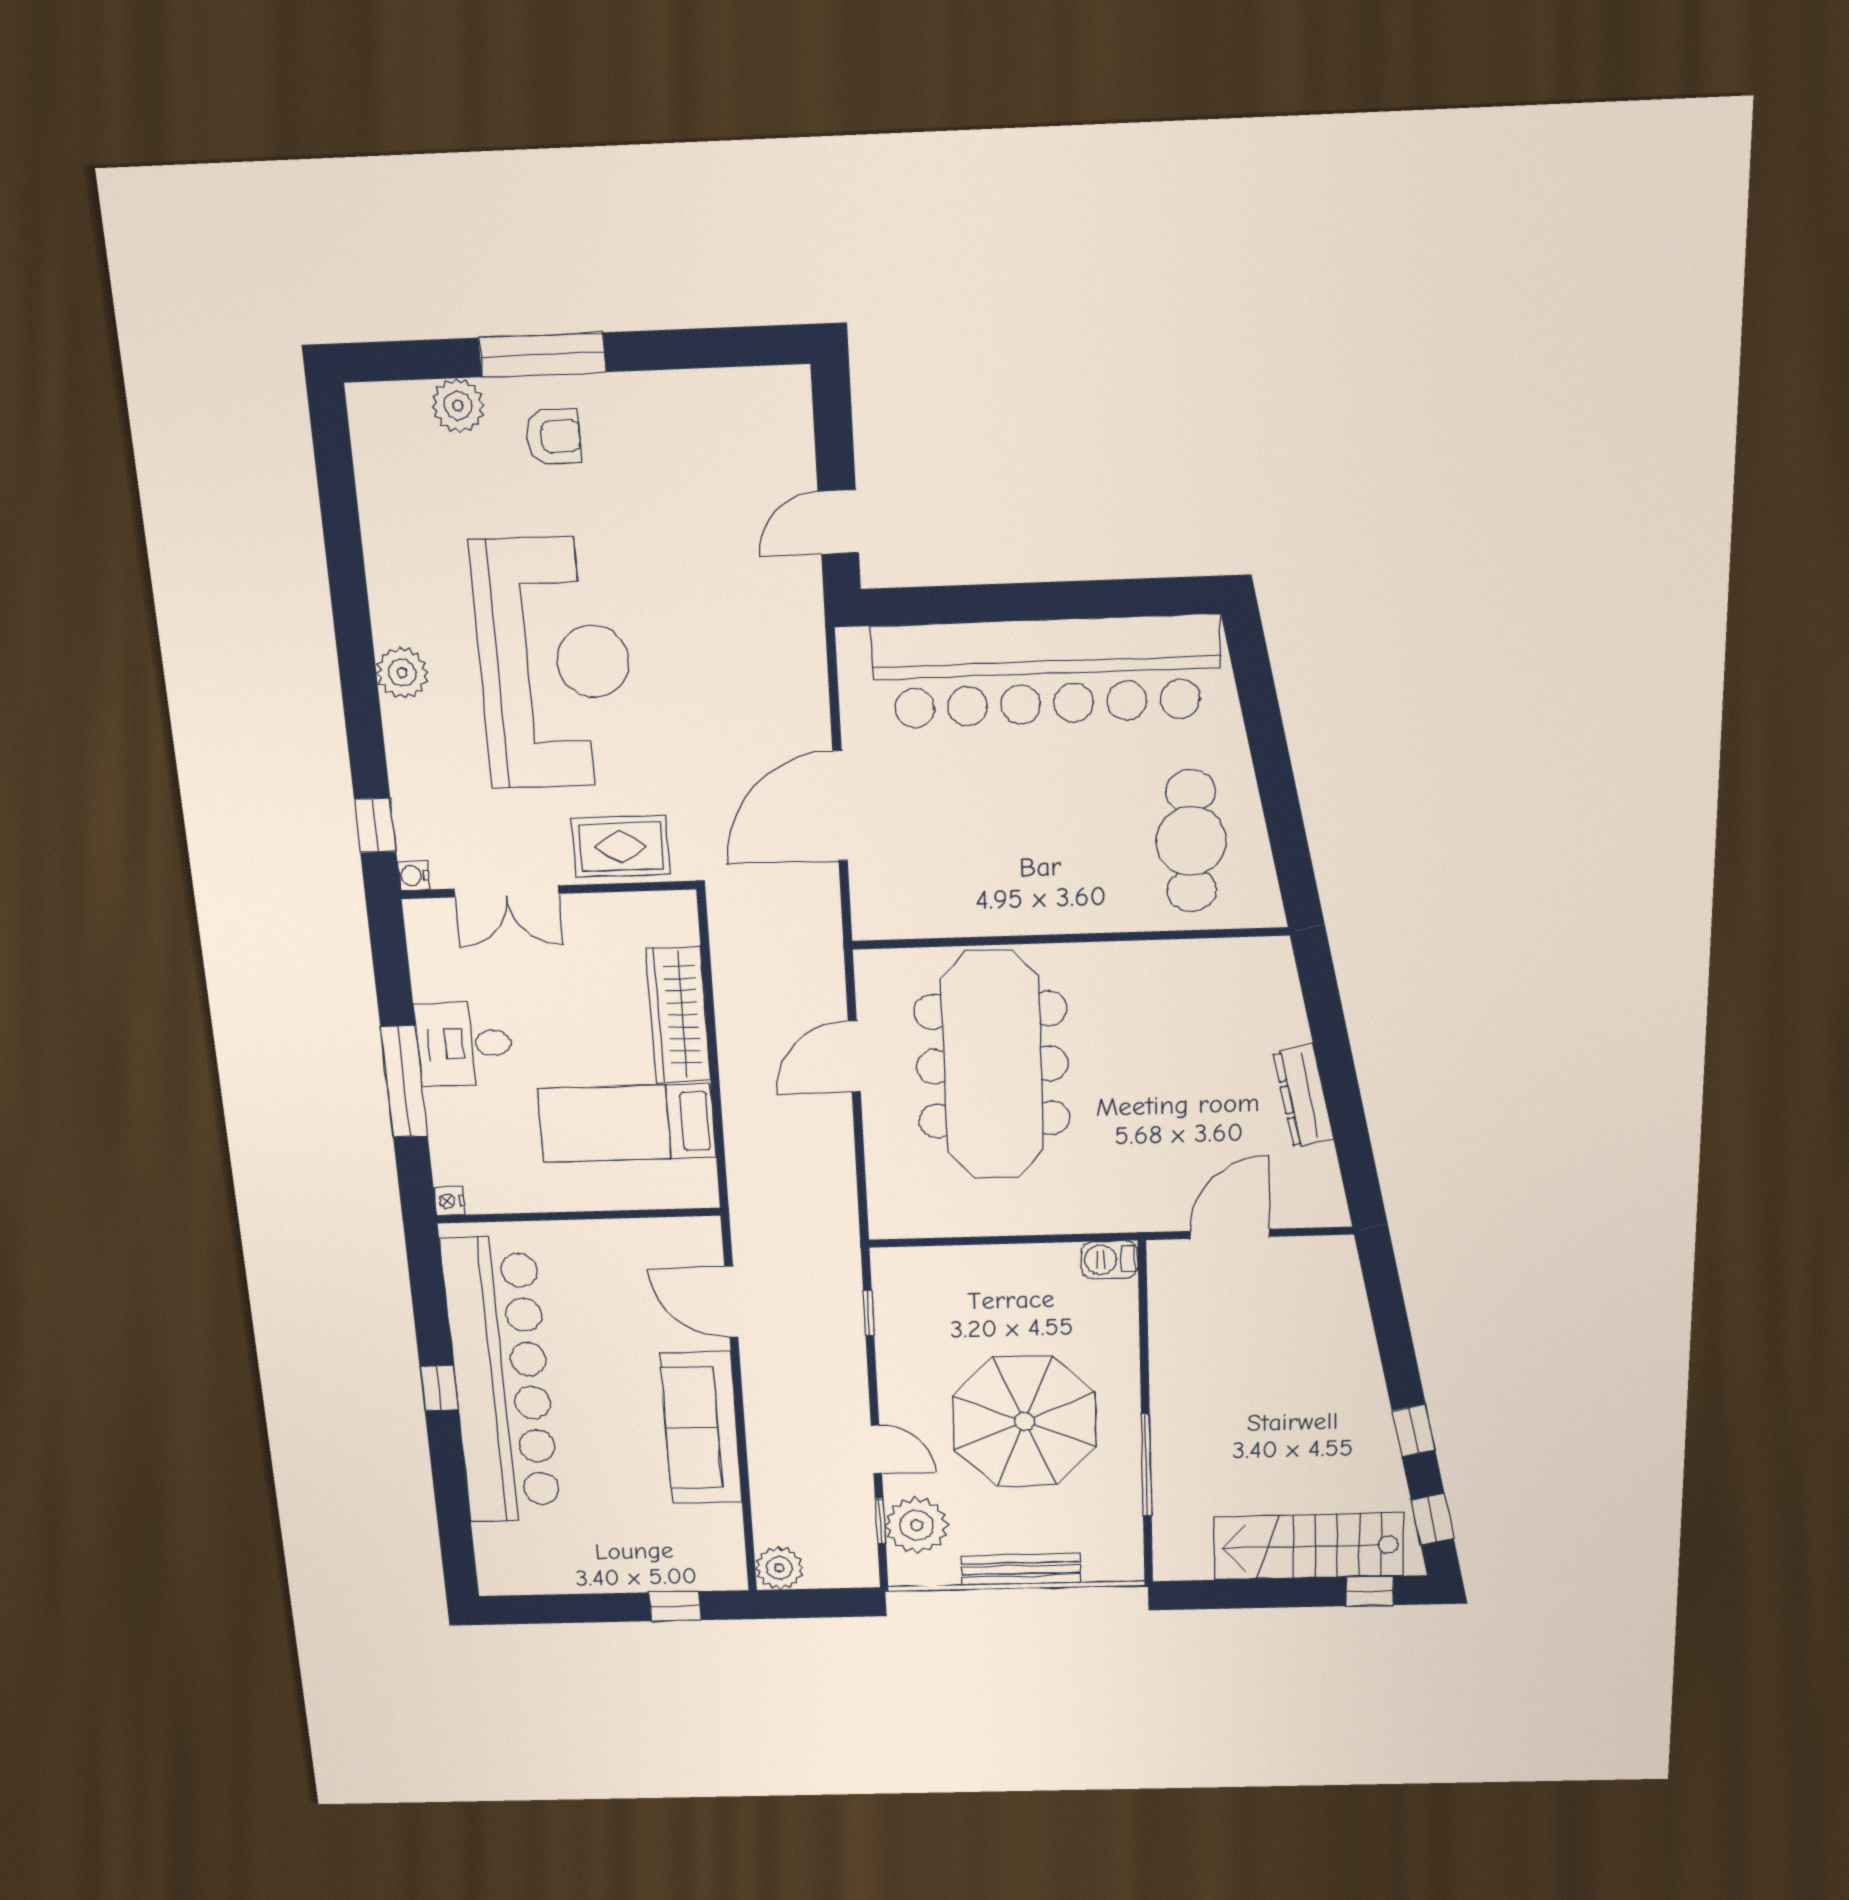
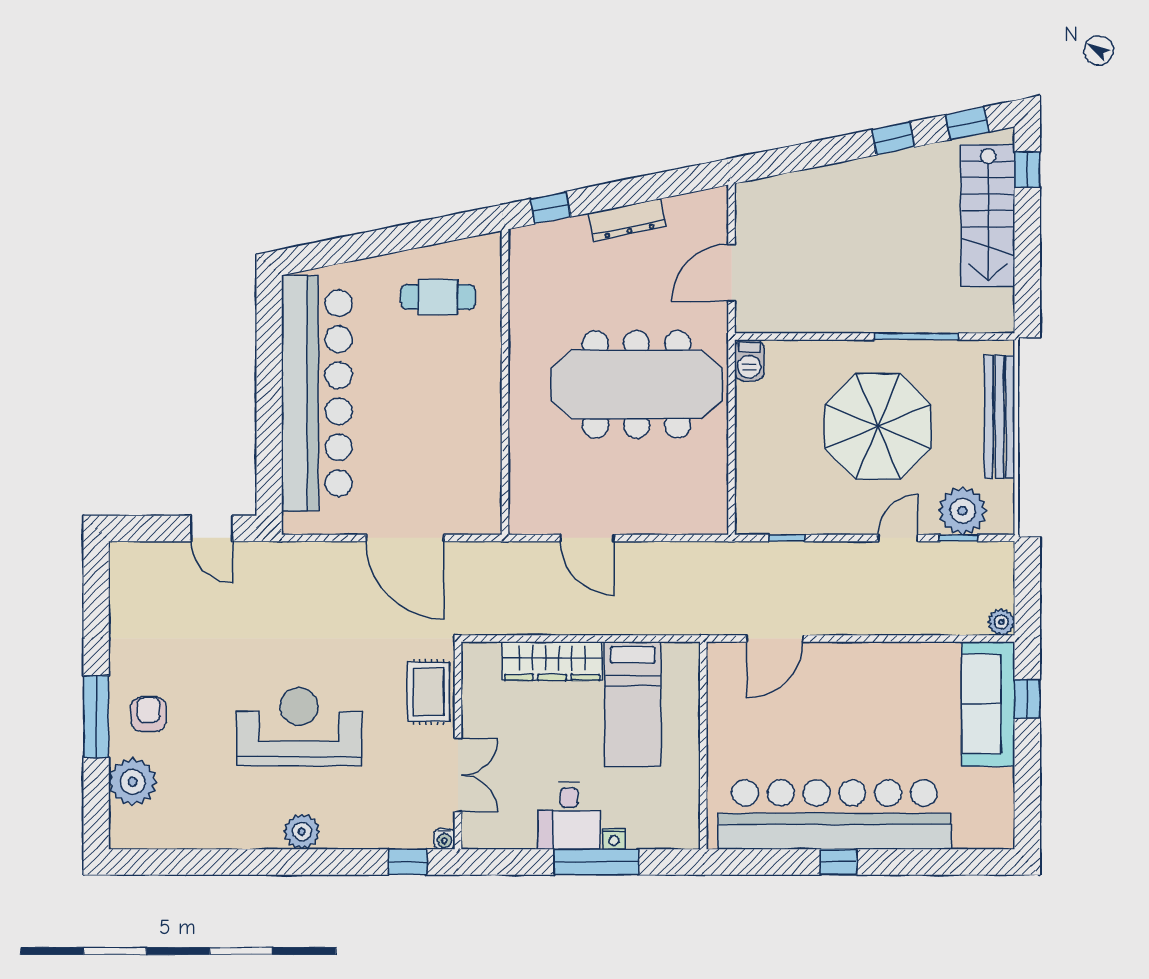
plant: (458, 406) -> (133, 782), width x1.36, depth x1.36
reception desk: (554, 663) -> (299, 727), width x0.74, depth x0.77
cafe table: (1191, 841) -> (438, 297), width x0.73, depth x0.74
window: (1321, 992) -> (550, 208), added
meeting table: (992, 1065) -> (636, 384), moved
nightstand: (449, 1201) -> (614, 839), moved
door: (1230, 1234) -> (732, 273), hinge flipped
sofa: (701, 1428) -> (988, 704), moved, turned 90
plant: (779, 1568) -> (1001, 622), width x0.73, depth x0.73
bench: (1021, 1569) -> (999, 417), width x1.37, depth x1.21

